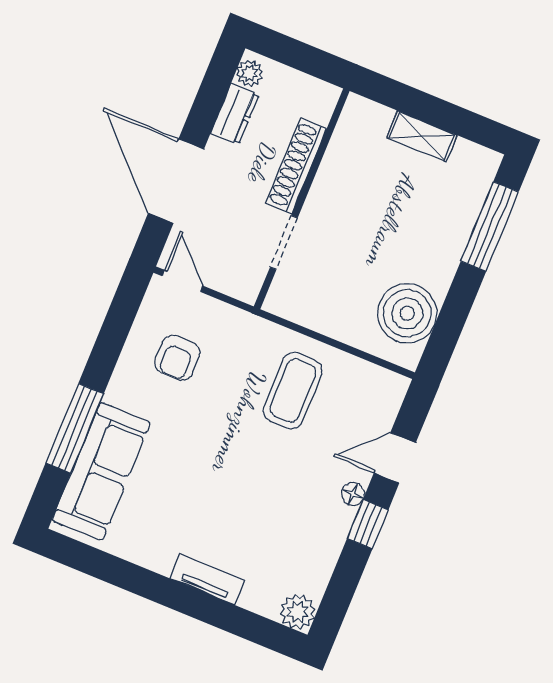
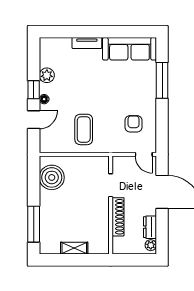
sofa: (101, 471) -> (129, 49), moved, turned -90
plant: (298, 612) -> (47, 75), moved

